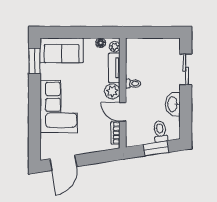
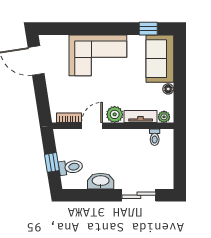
floor lamp: (101, 43) -> (168, 89), moved
window: (34, 61) -> (148, 29), width x0.67
toilet: (133, 84) -> (155, 137), moved
window: (156, 148) -> (52, 162), width x0.67

